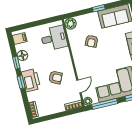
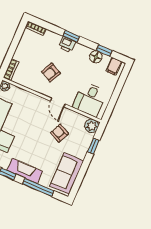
window: (99, 8) -> (93, 146), moved
window: (16, 63) -> (104, 50), moved
printer: (31, 80) -> (67, 44), width x0.53, depth x0.68
door: (79, 86) -> (58, 103), moved

